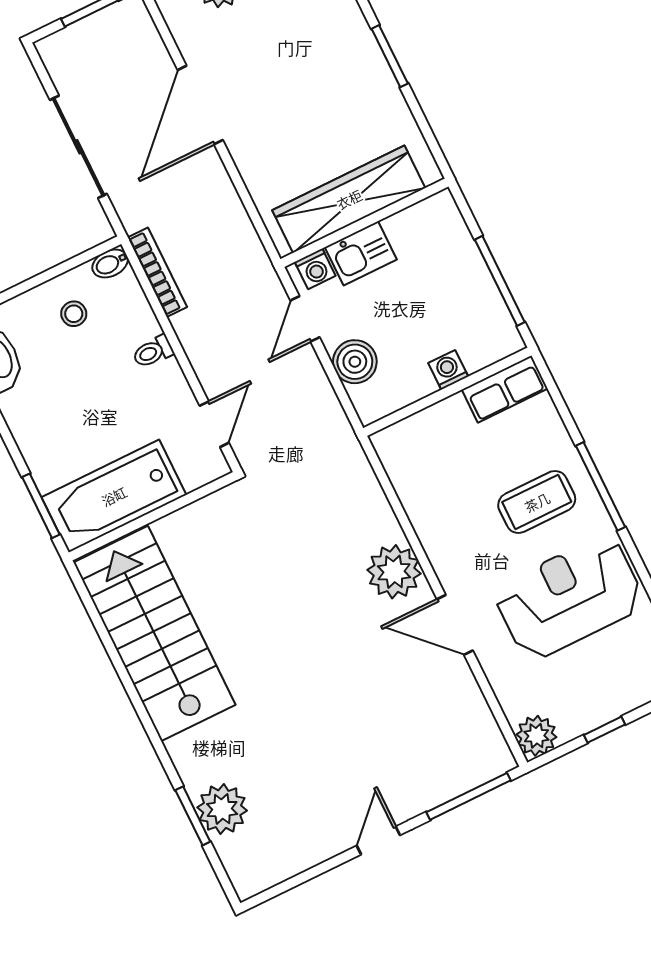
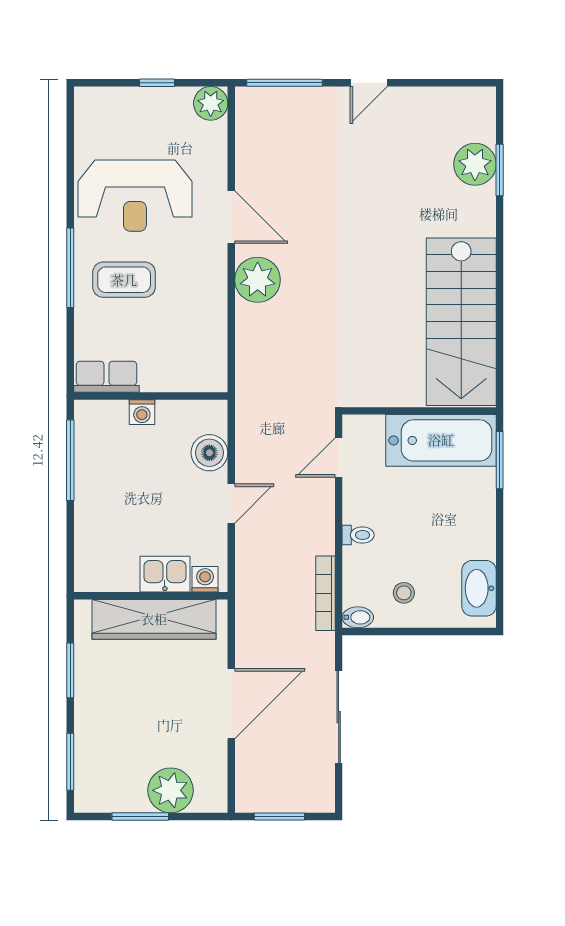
wardrobe: (349, 199) -> (154, 619), moved
wall: (365, 223) -> (151, 596), moved
kitchen sink: (361, 253) -> (165, 574), moved
washing machine: (315, 269) -> (205, 579), moved

